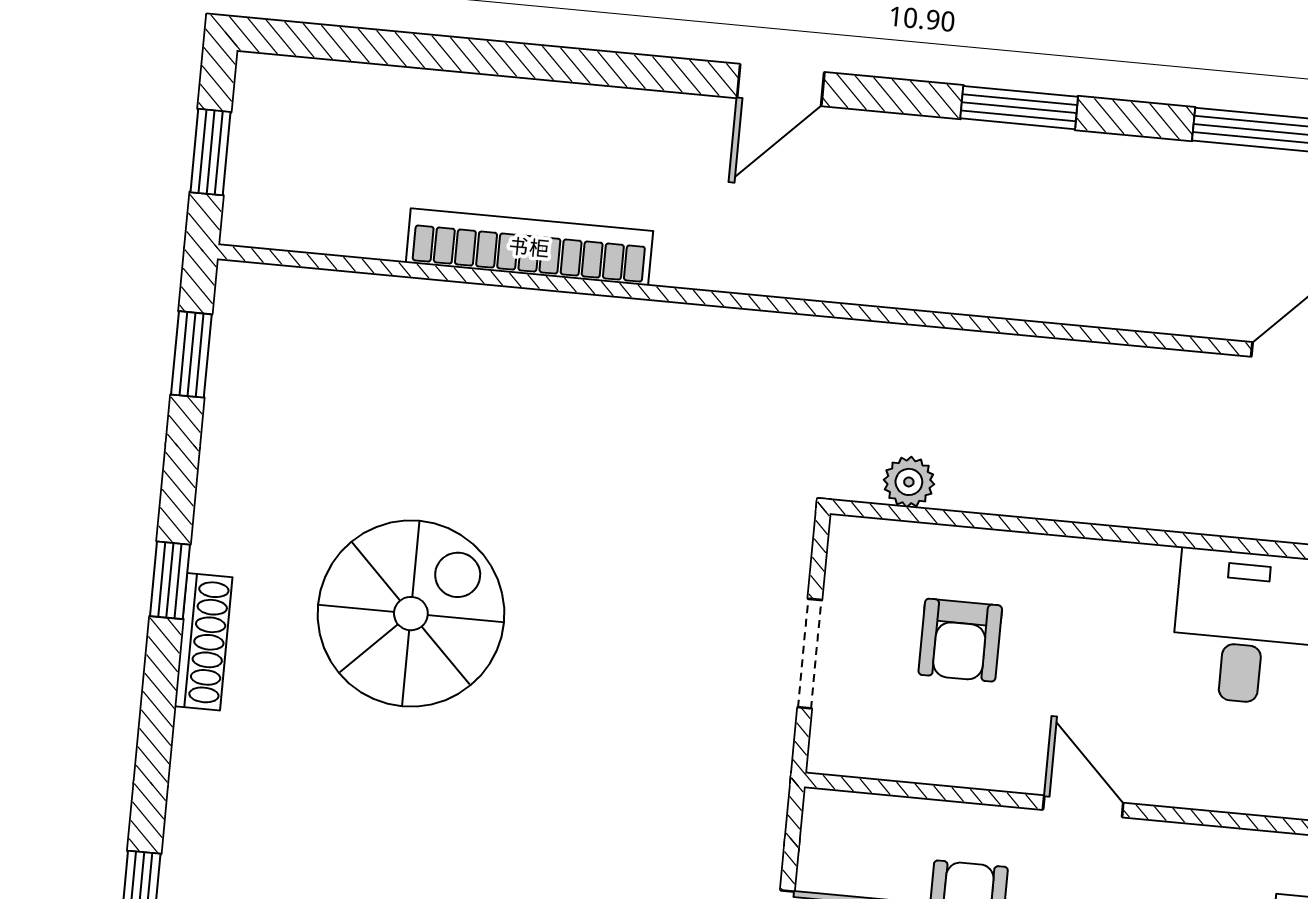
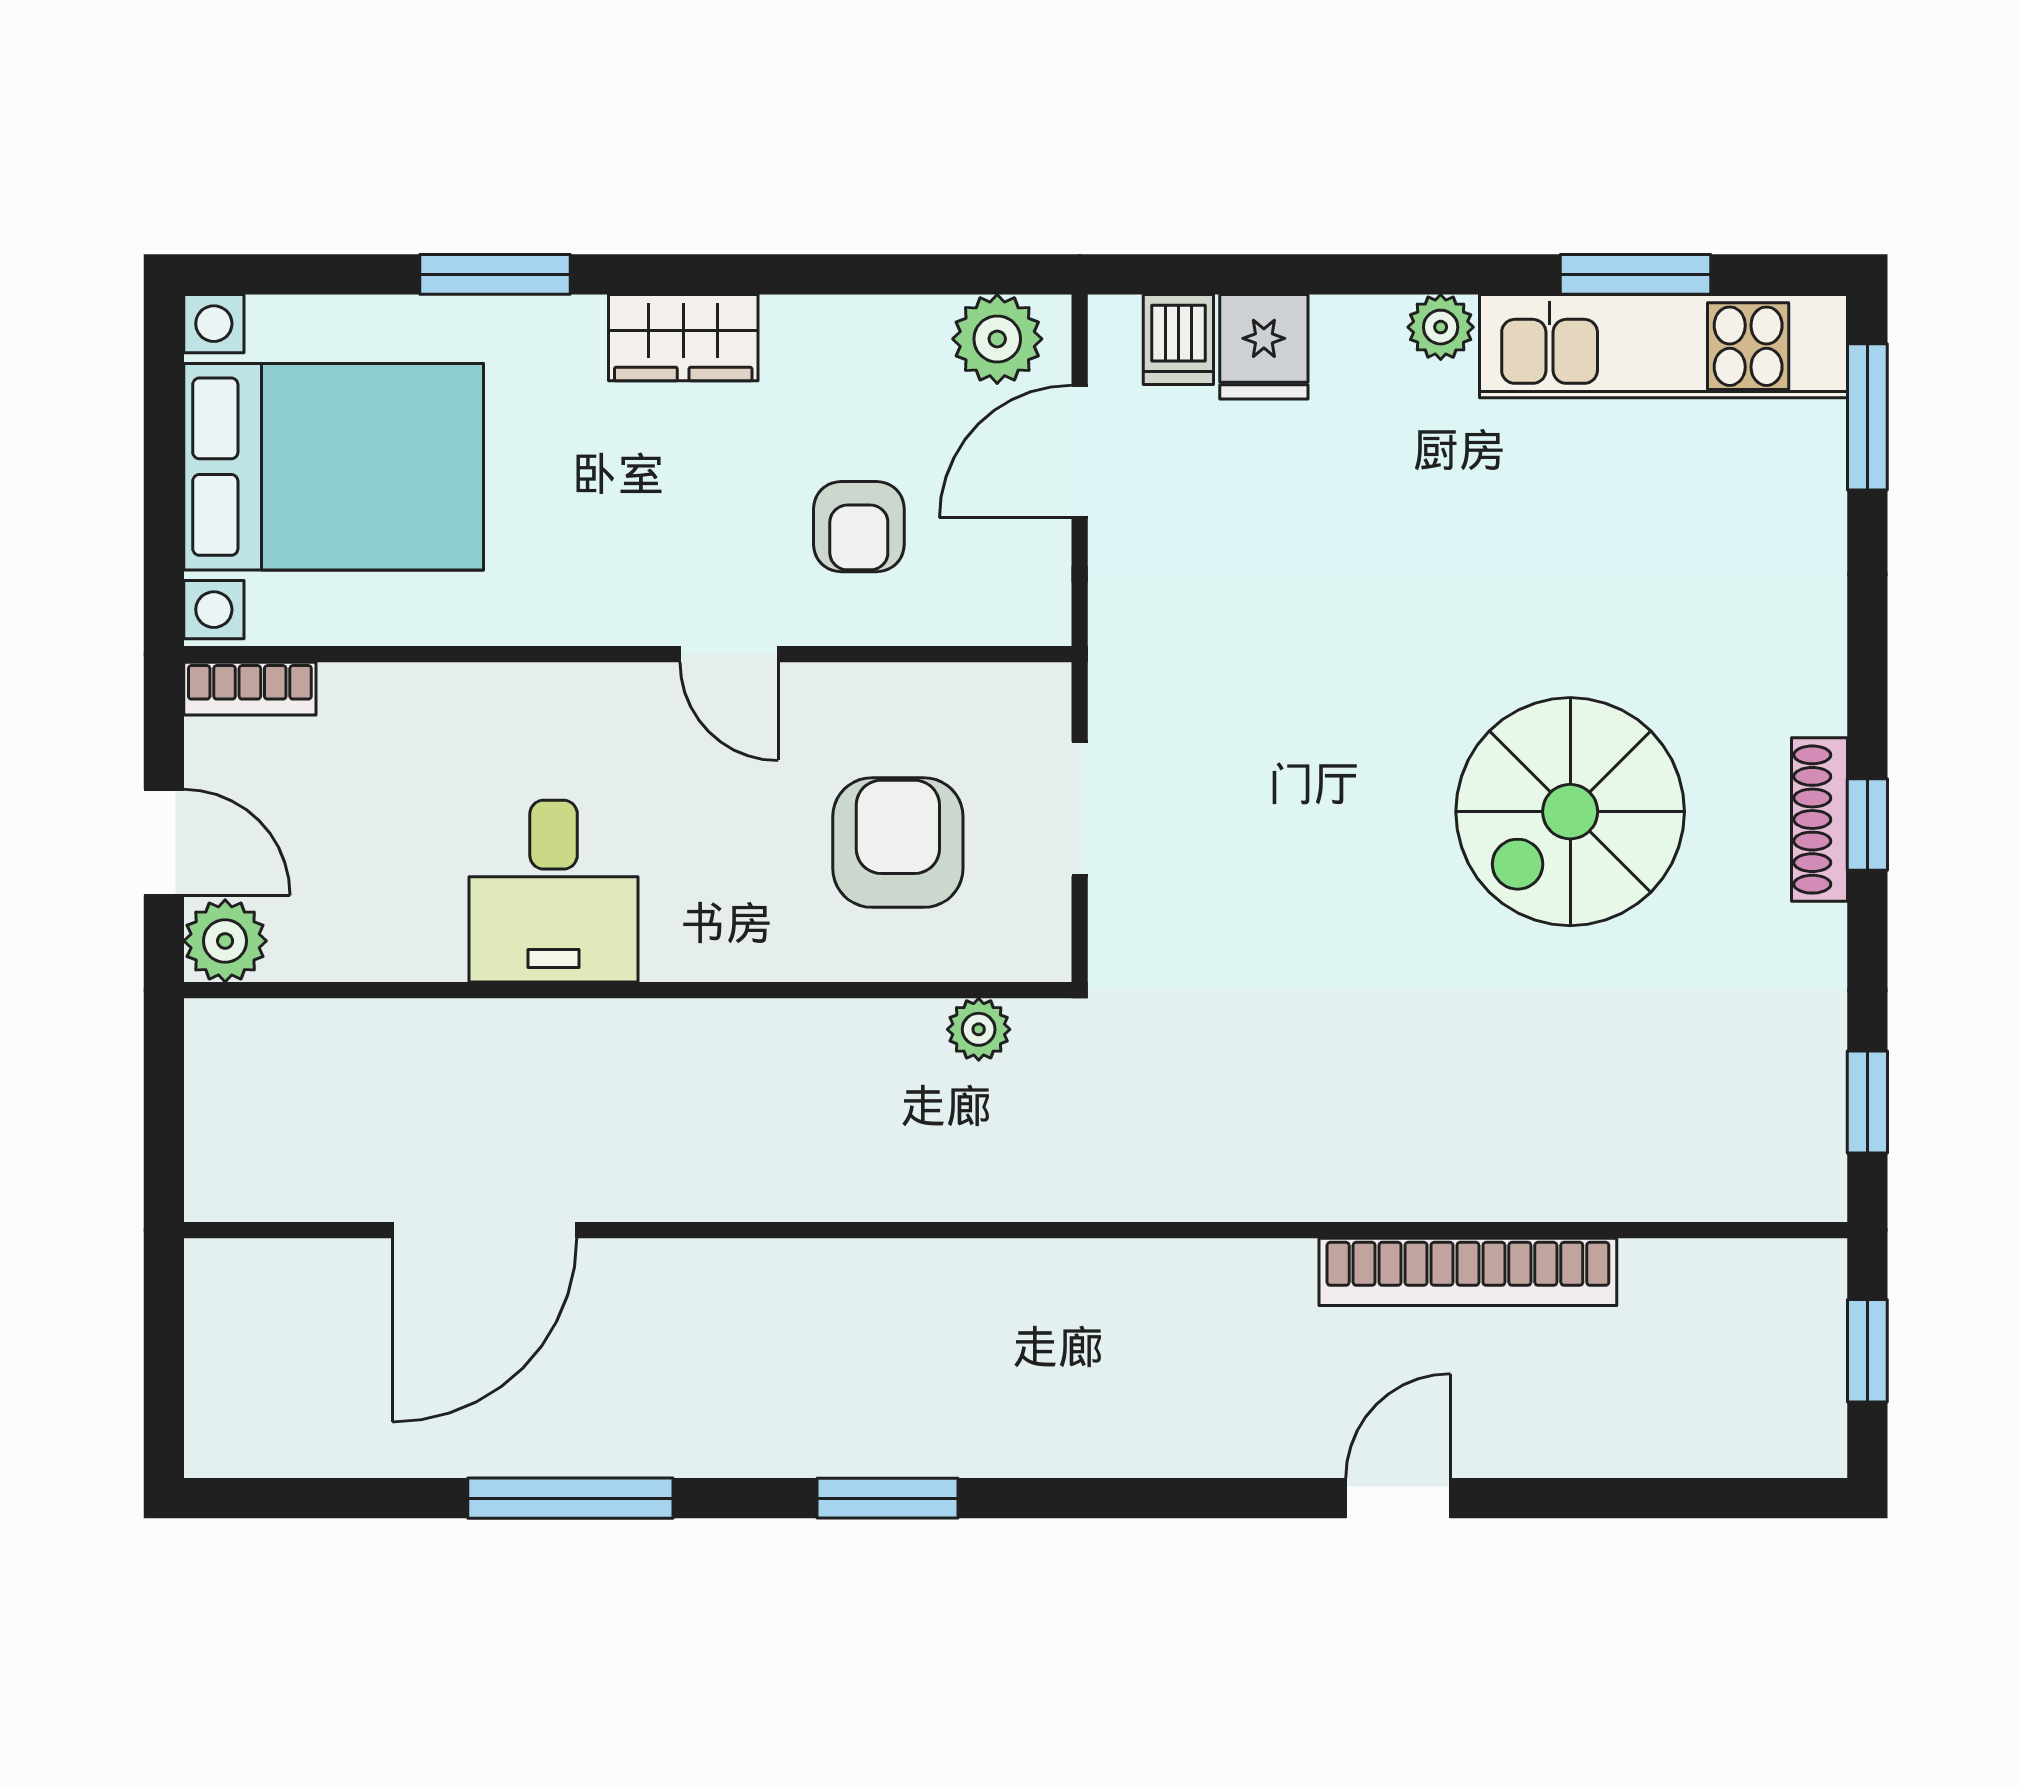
door: (781, 85) -> (1398, 1498), moved
armchair: (960, 640) -> (898, 843), width x1.38, depth x1.38
shoe rack: (203, 642) -> (1820, 820), moved

